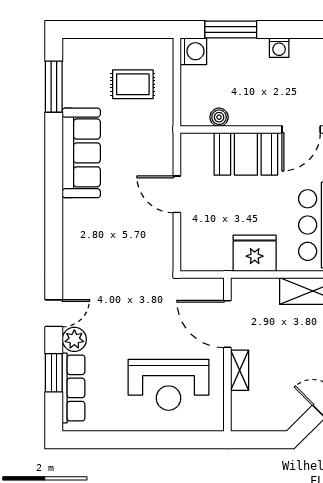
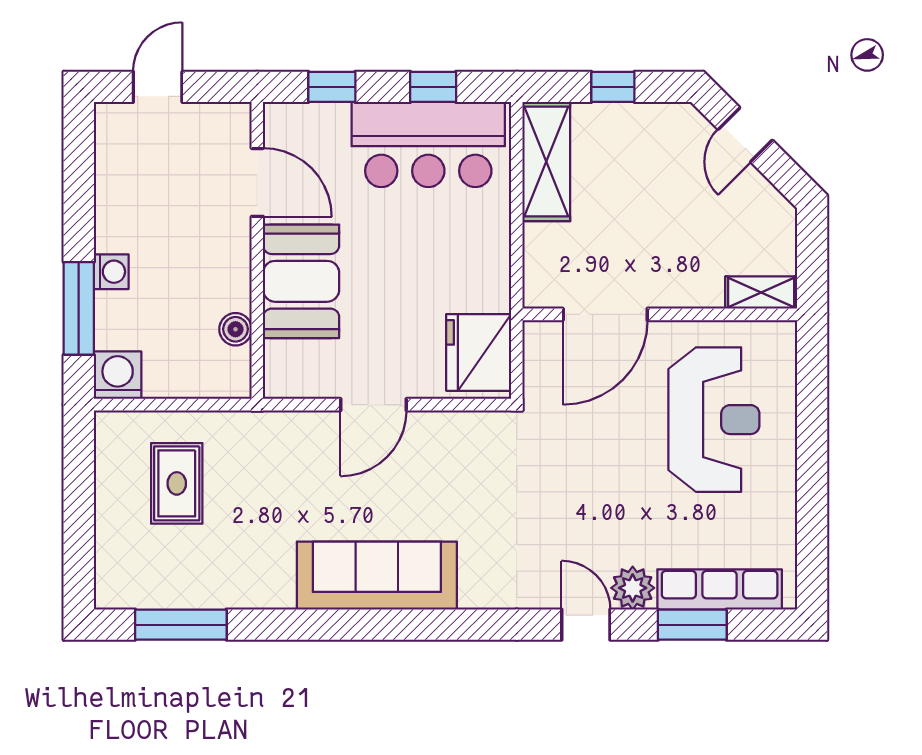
washing machine: (279, 48) -> (111, 272), moved
sofa: (81, 153) -> (377, 576), moved
fridge: (255, 253) -> (479, 352), moved
shelving: (240, 370) -> (761, 293), moved

